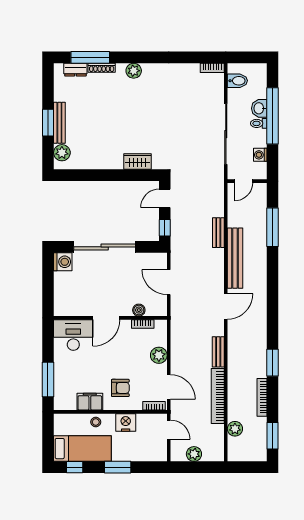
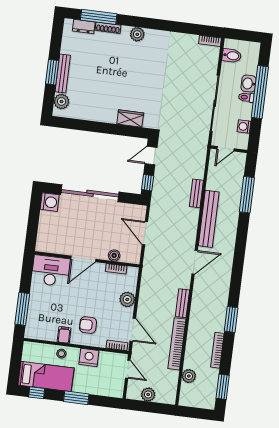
armchair: (120, 388) -> (88, 325), turned 180
filing cabinet: (90, 402) -> (64, 335), width x0.50

